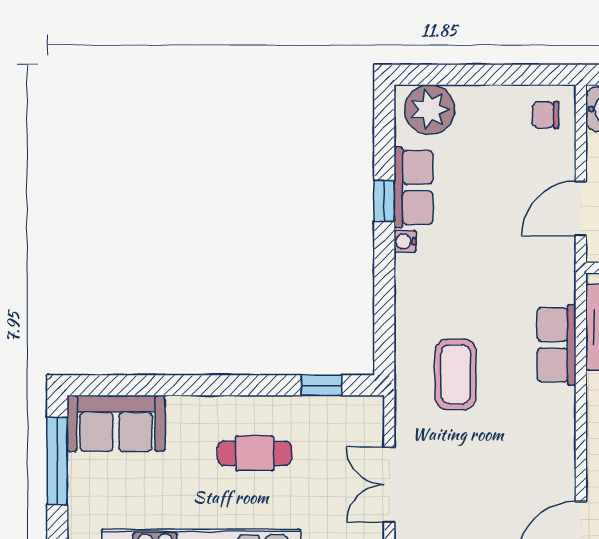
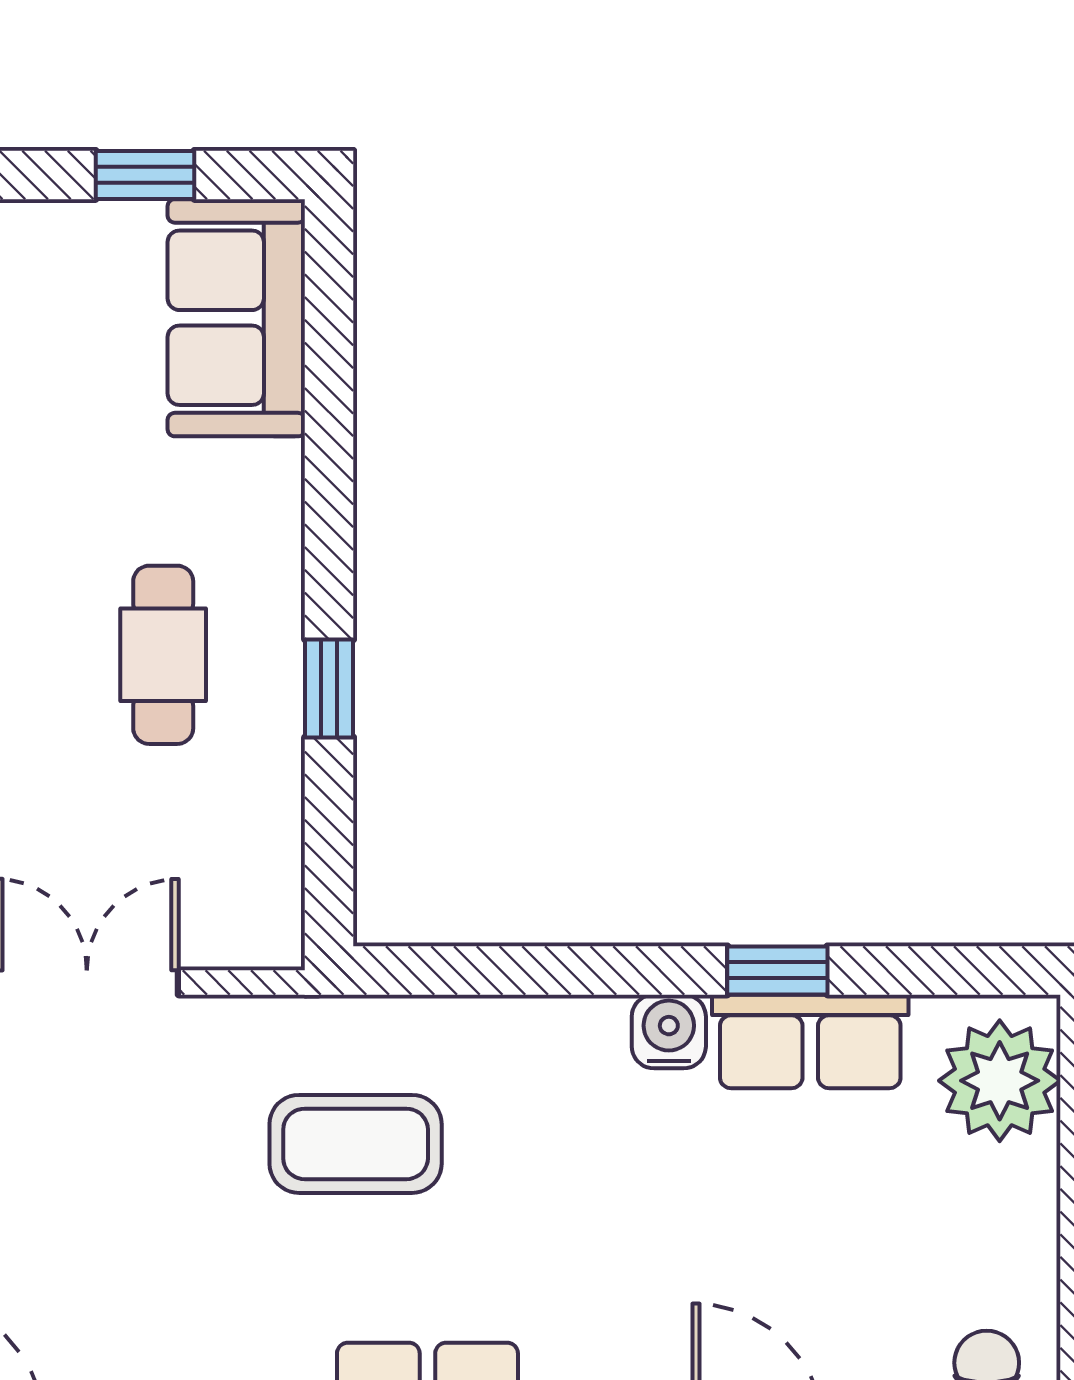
water cooler: (405, 241) -> (669, 1031), width x1.38, depth x1.38
window: (321, 385) -> (329, 688), moved
window: (57, 461) -> (145, 175), width x0.46

